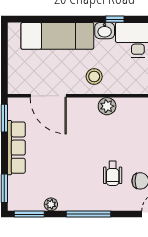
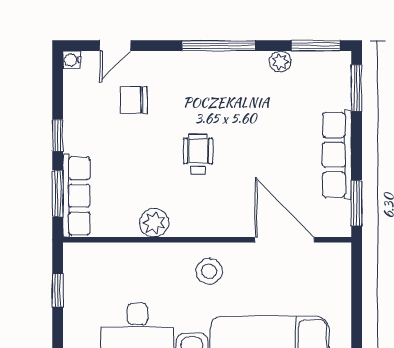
plant: (107, 106) -> (154, 223), moved
wheelchair: (113, 173) -> (198, 154), moved

